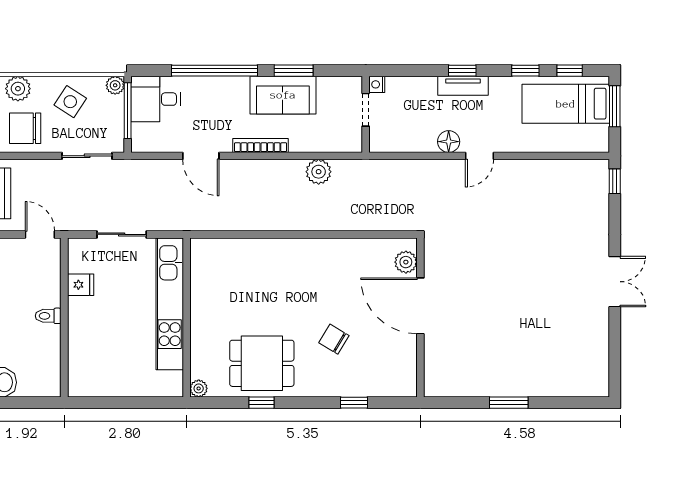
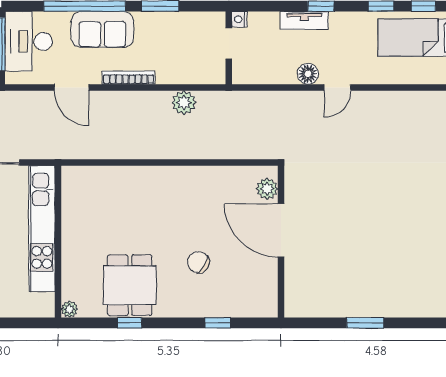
tv unit: (463, 86) -> (304, 21), moved
sofa: (283, 95) -> (102, 29), moved
desk: (156, 99) -> (28, 41), width x1.37
dining table: (262, 363) -> (130, 285), turned 90

